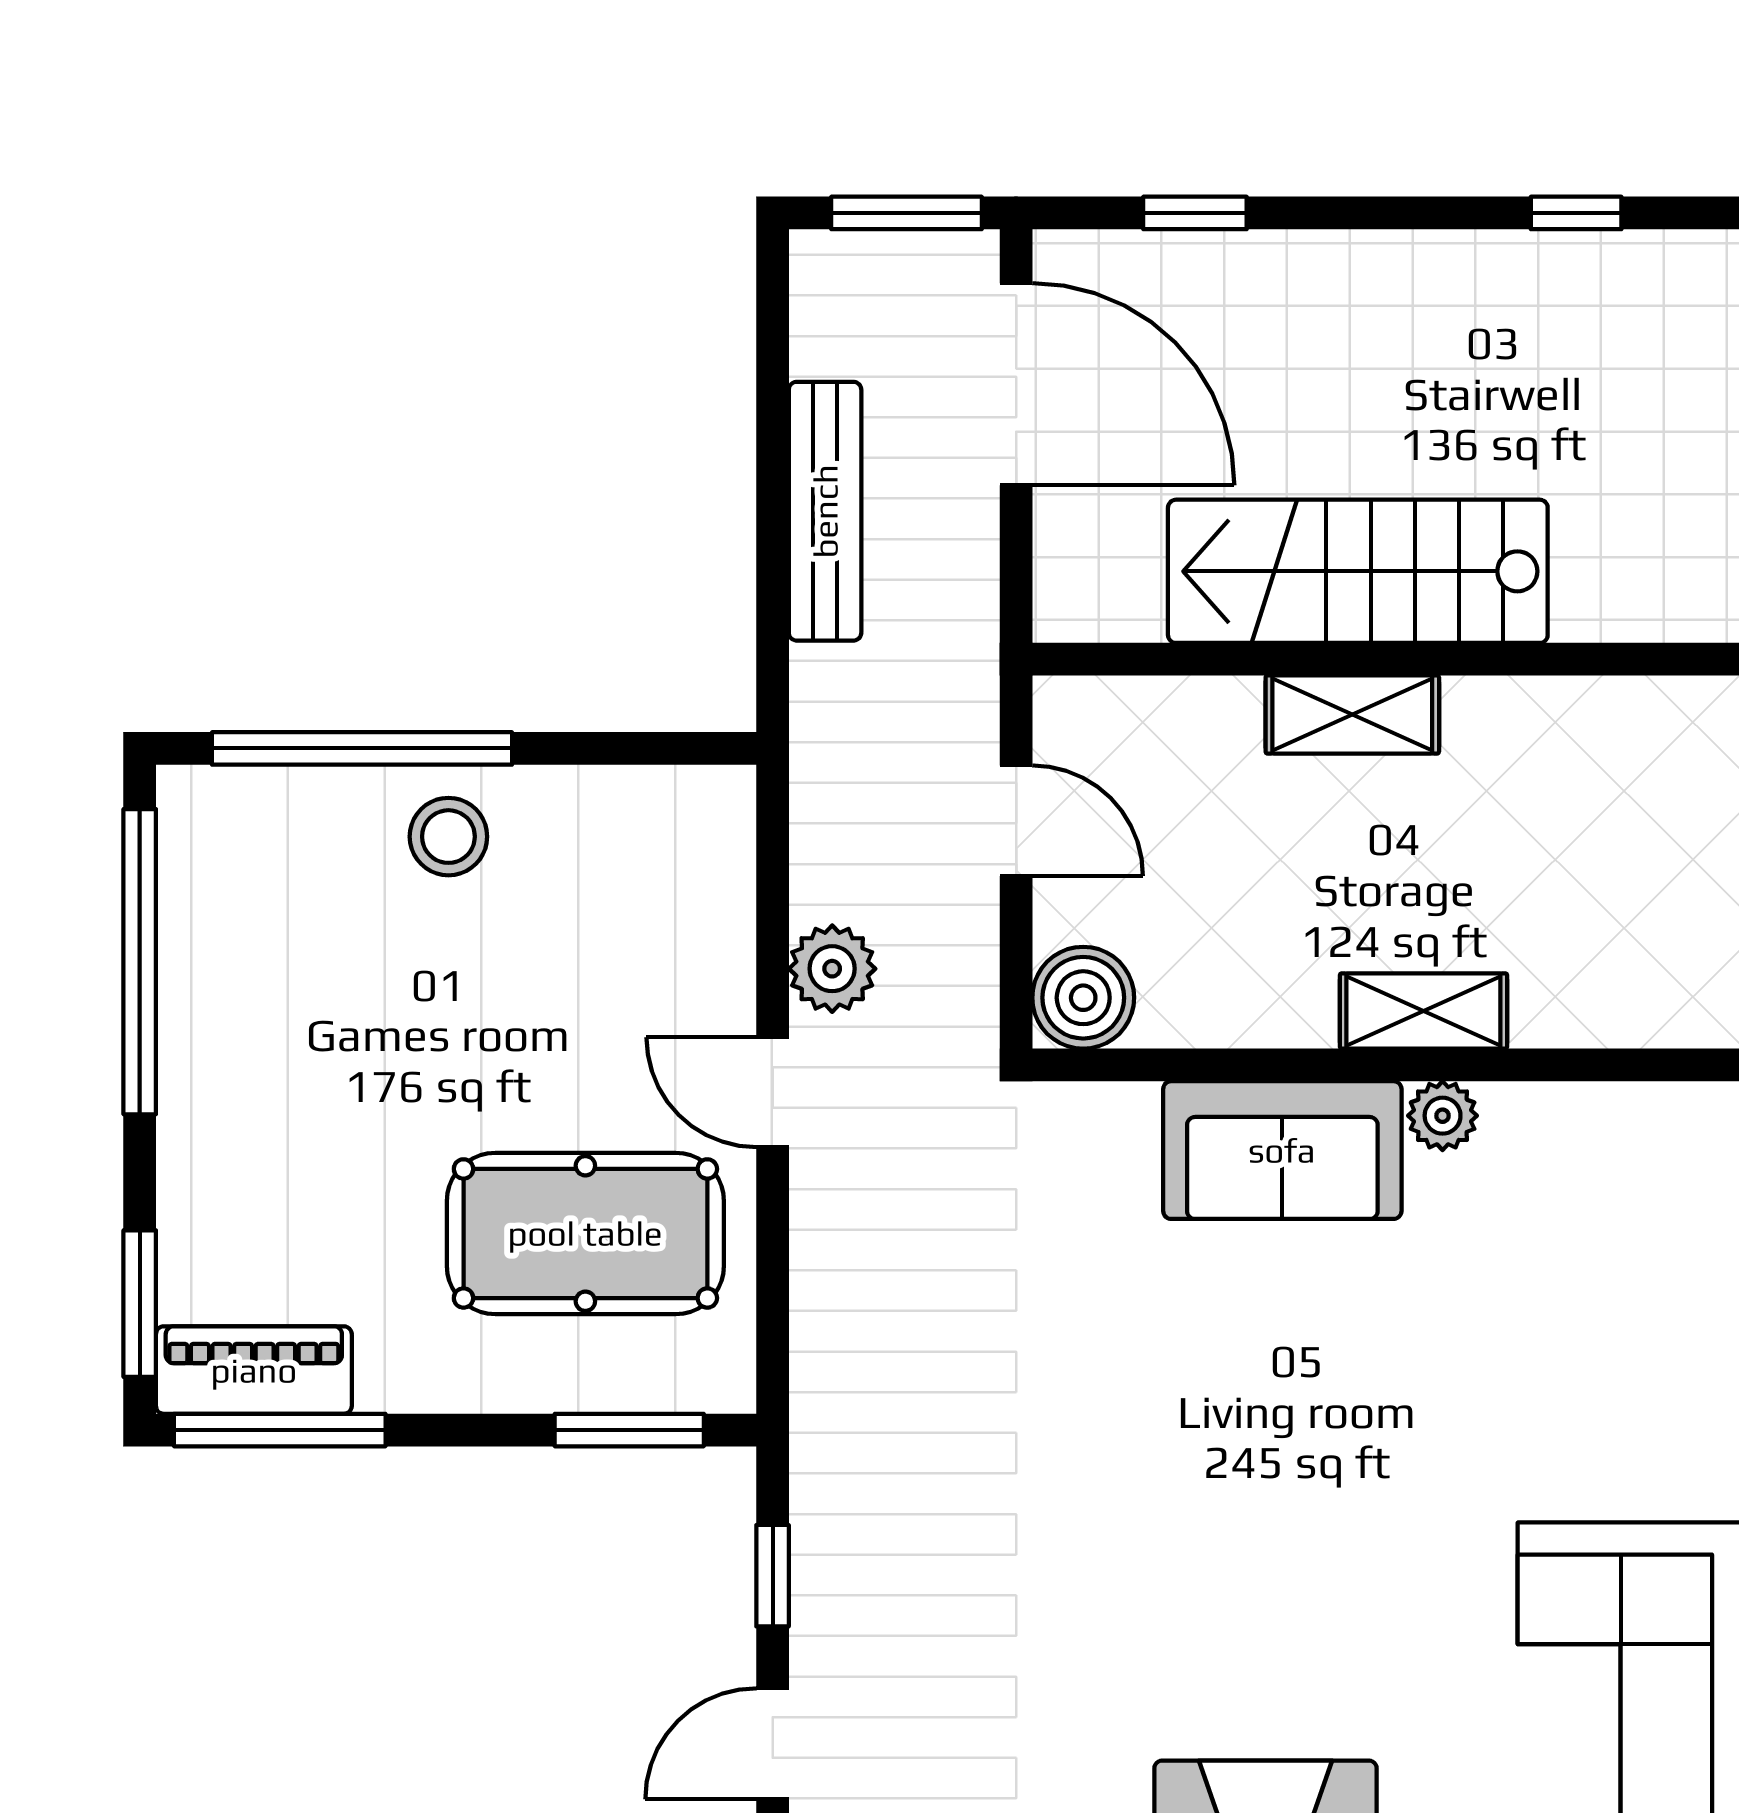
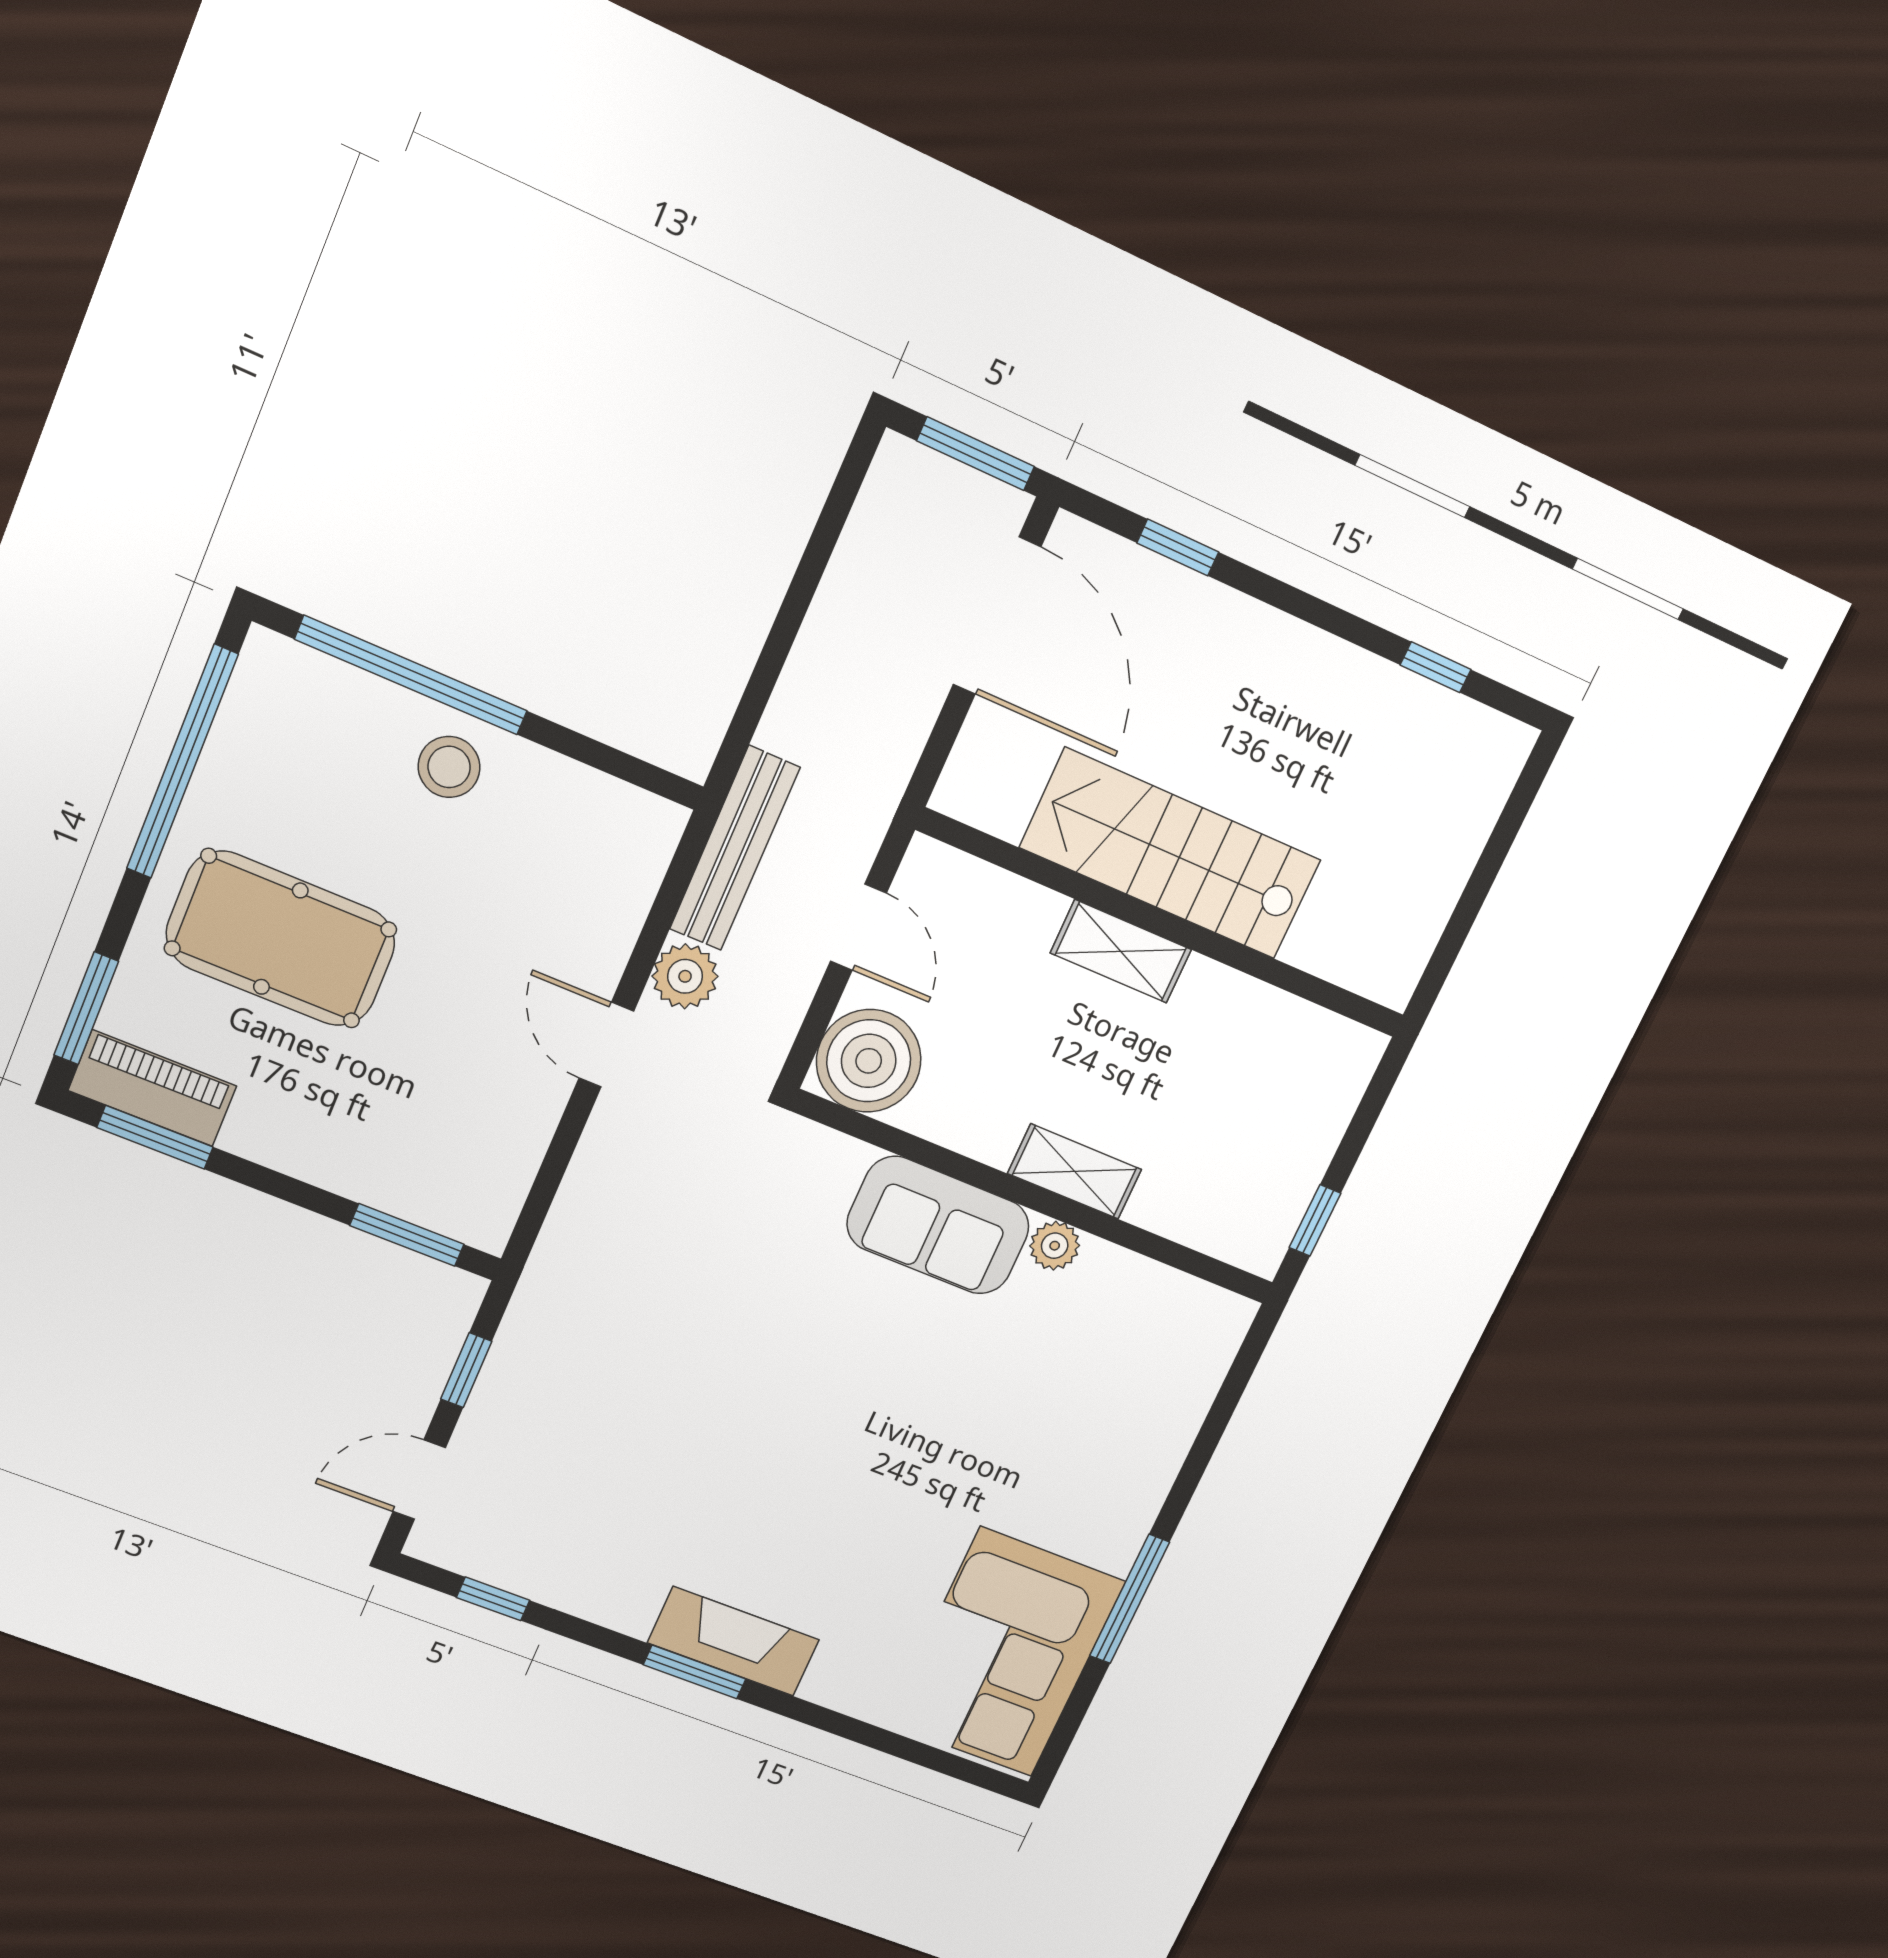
bench: (825, 511) -> (735, 848), moved
boiler: (1083, 998) -> (869, 1061), width x1.37, depth x1.37
pool table: (585, 1233) -> (281, 939), moved
window: (280, 1430) -> (155, 1137), width x0.69

